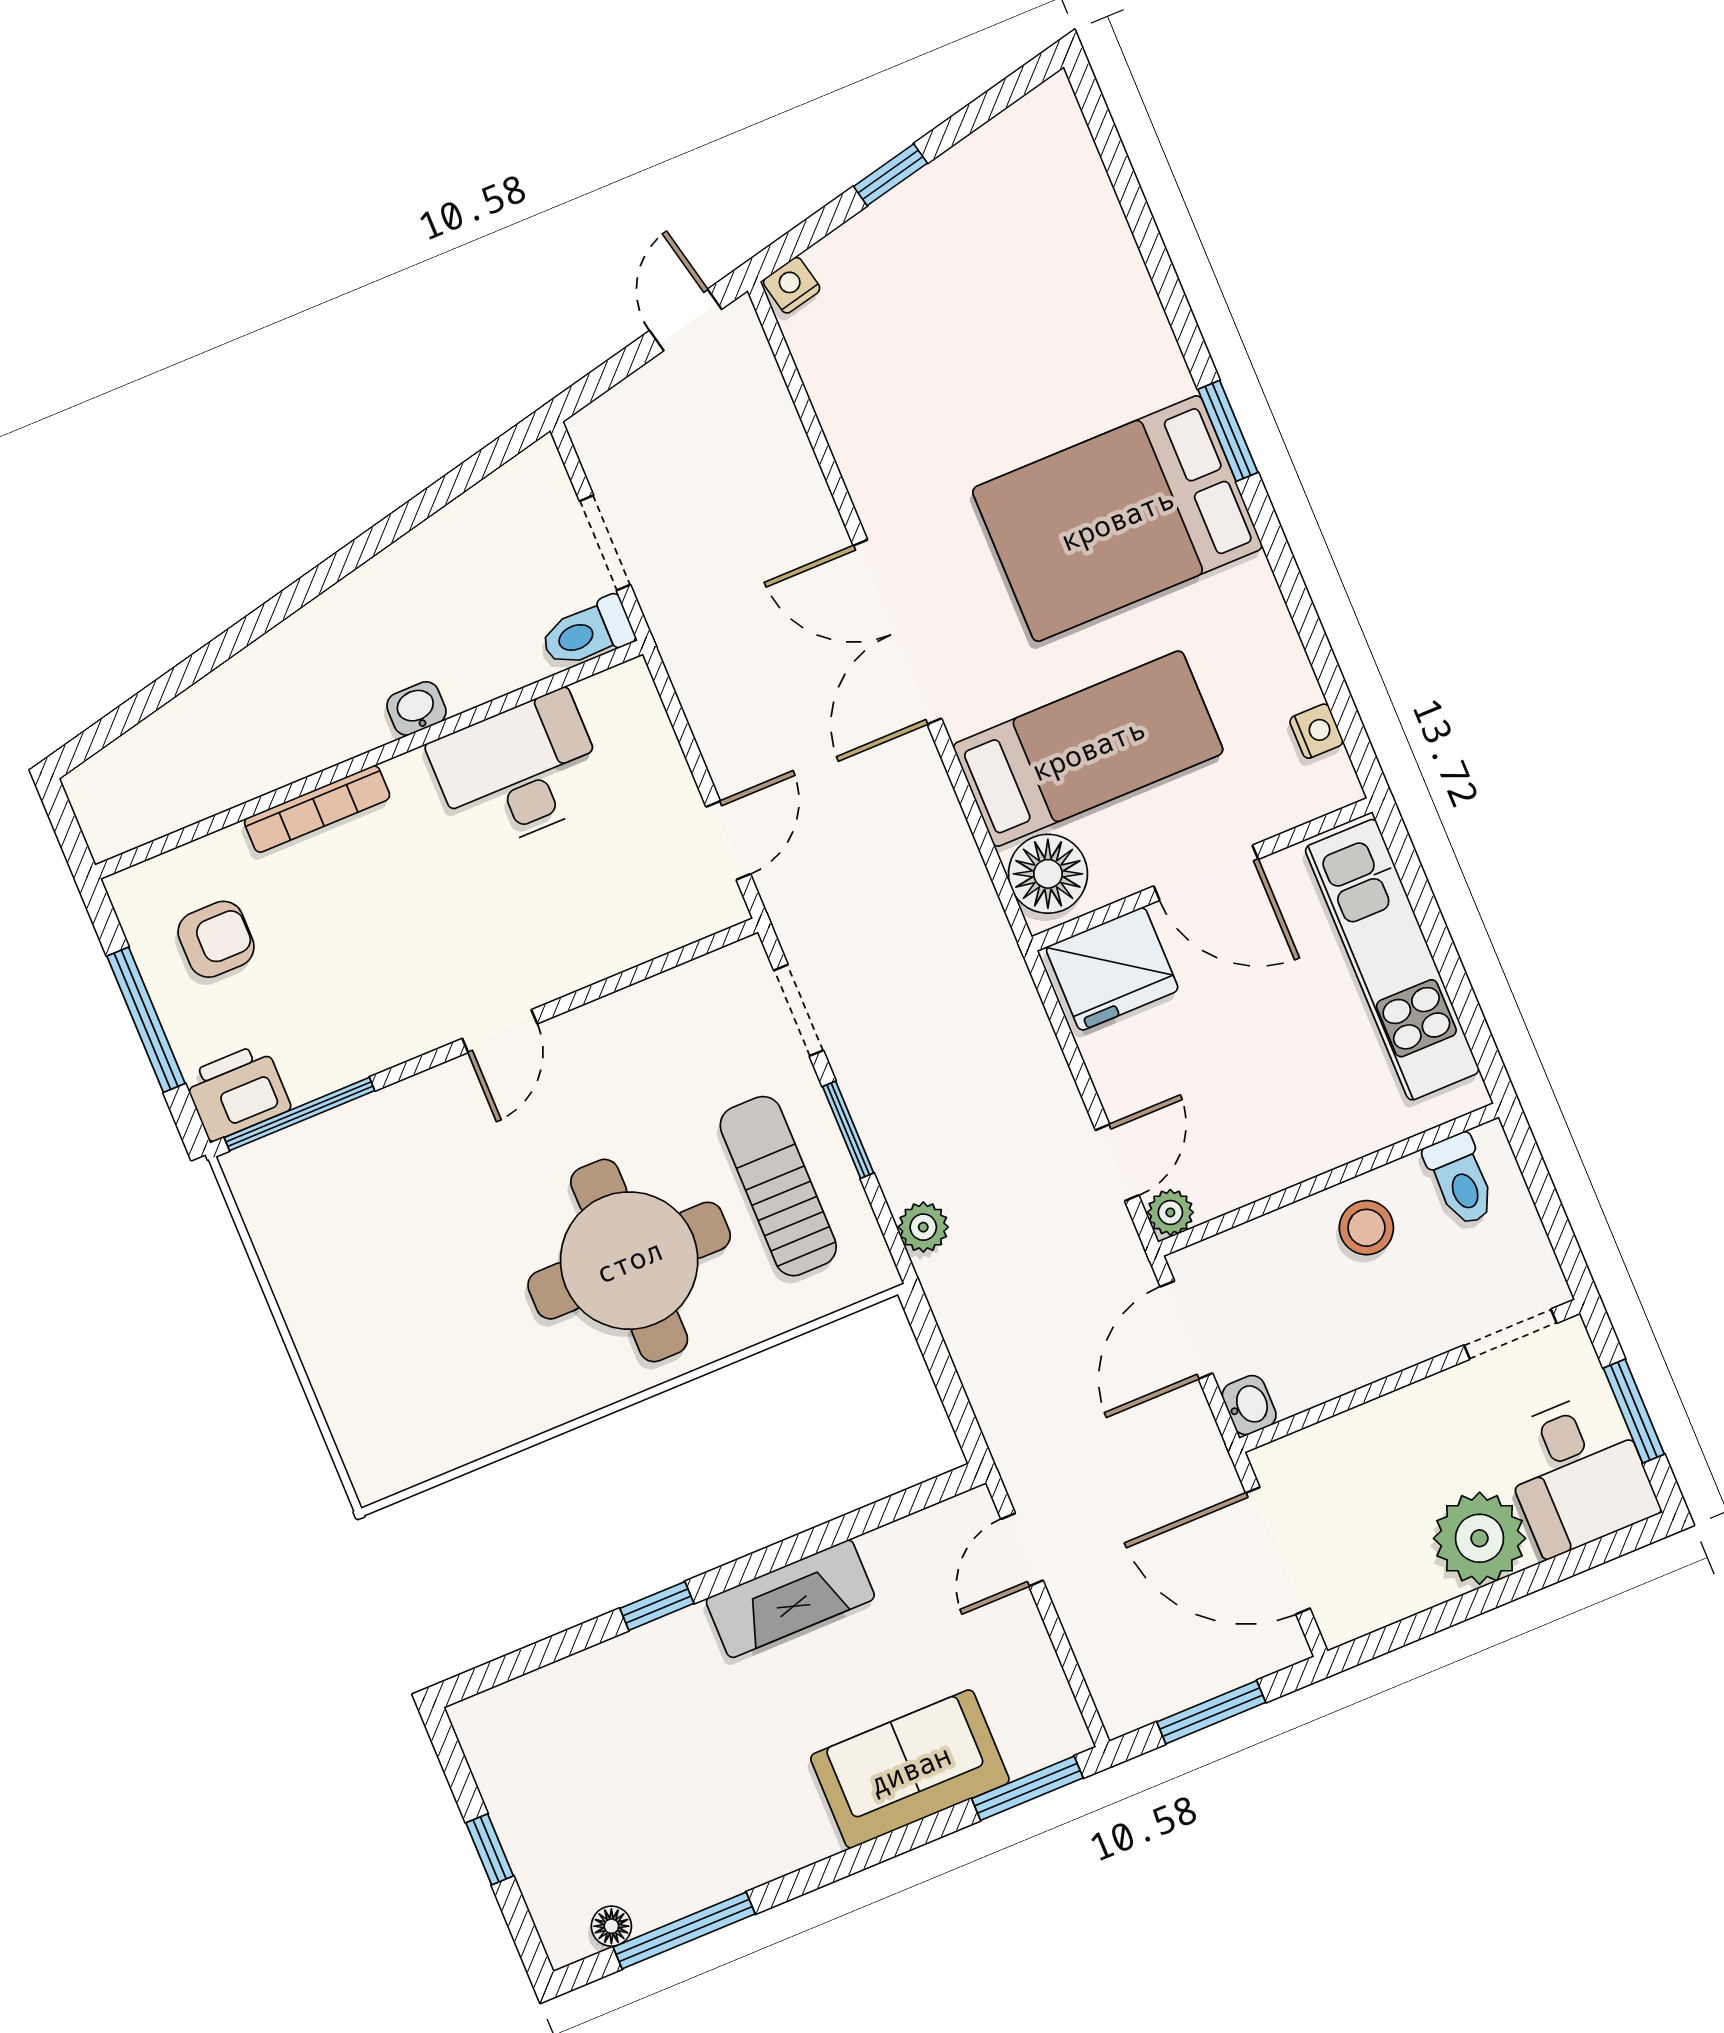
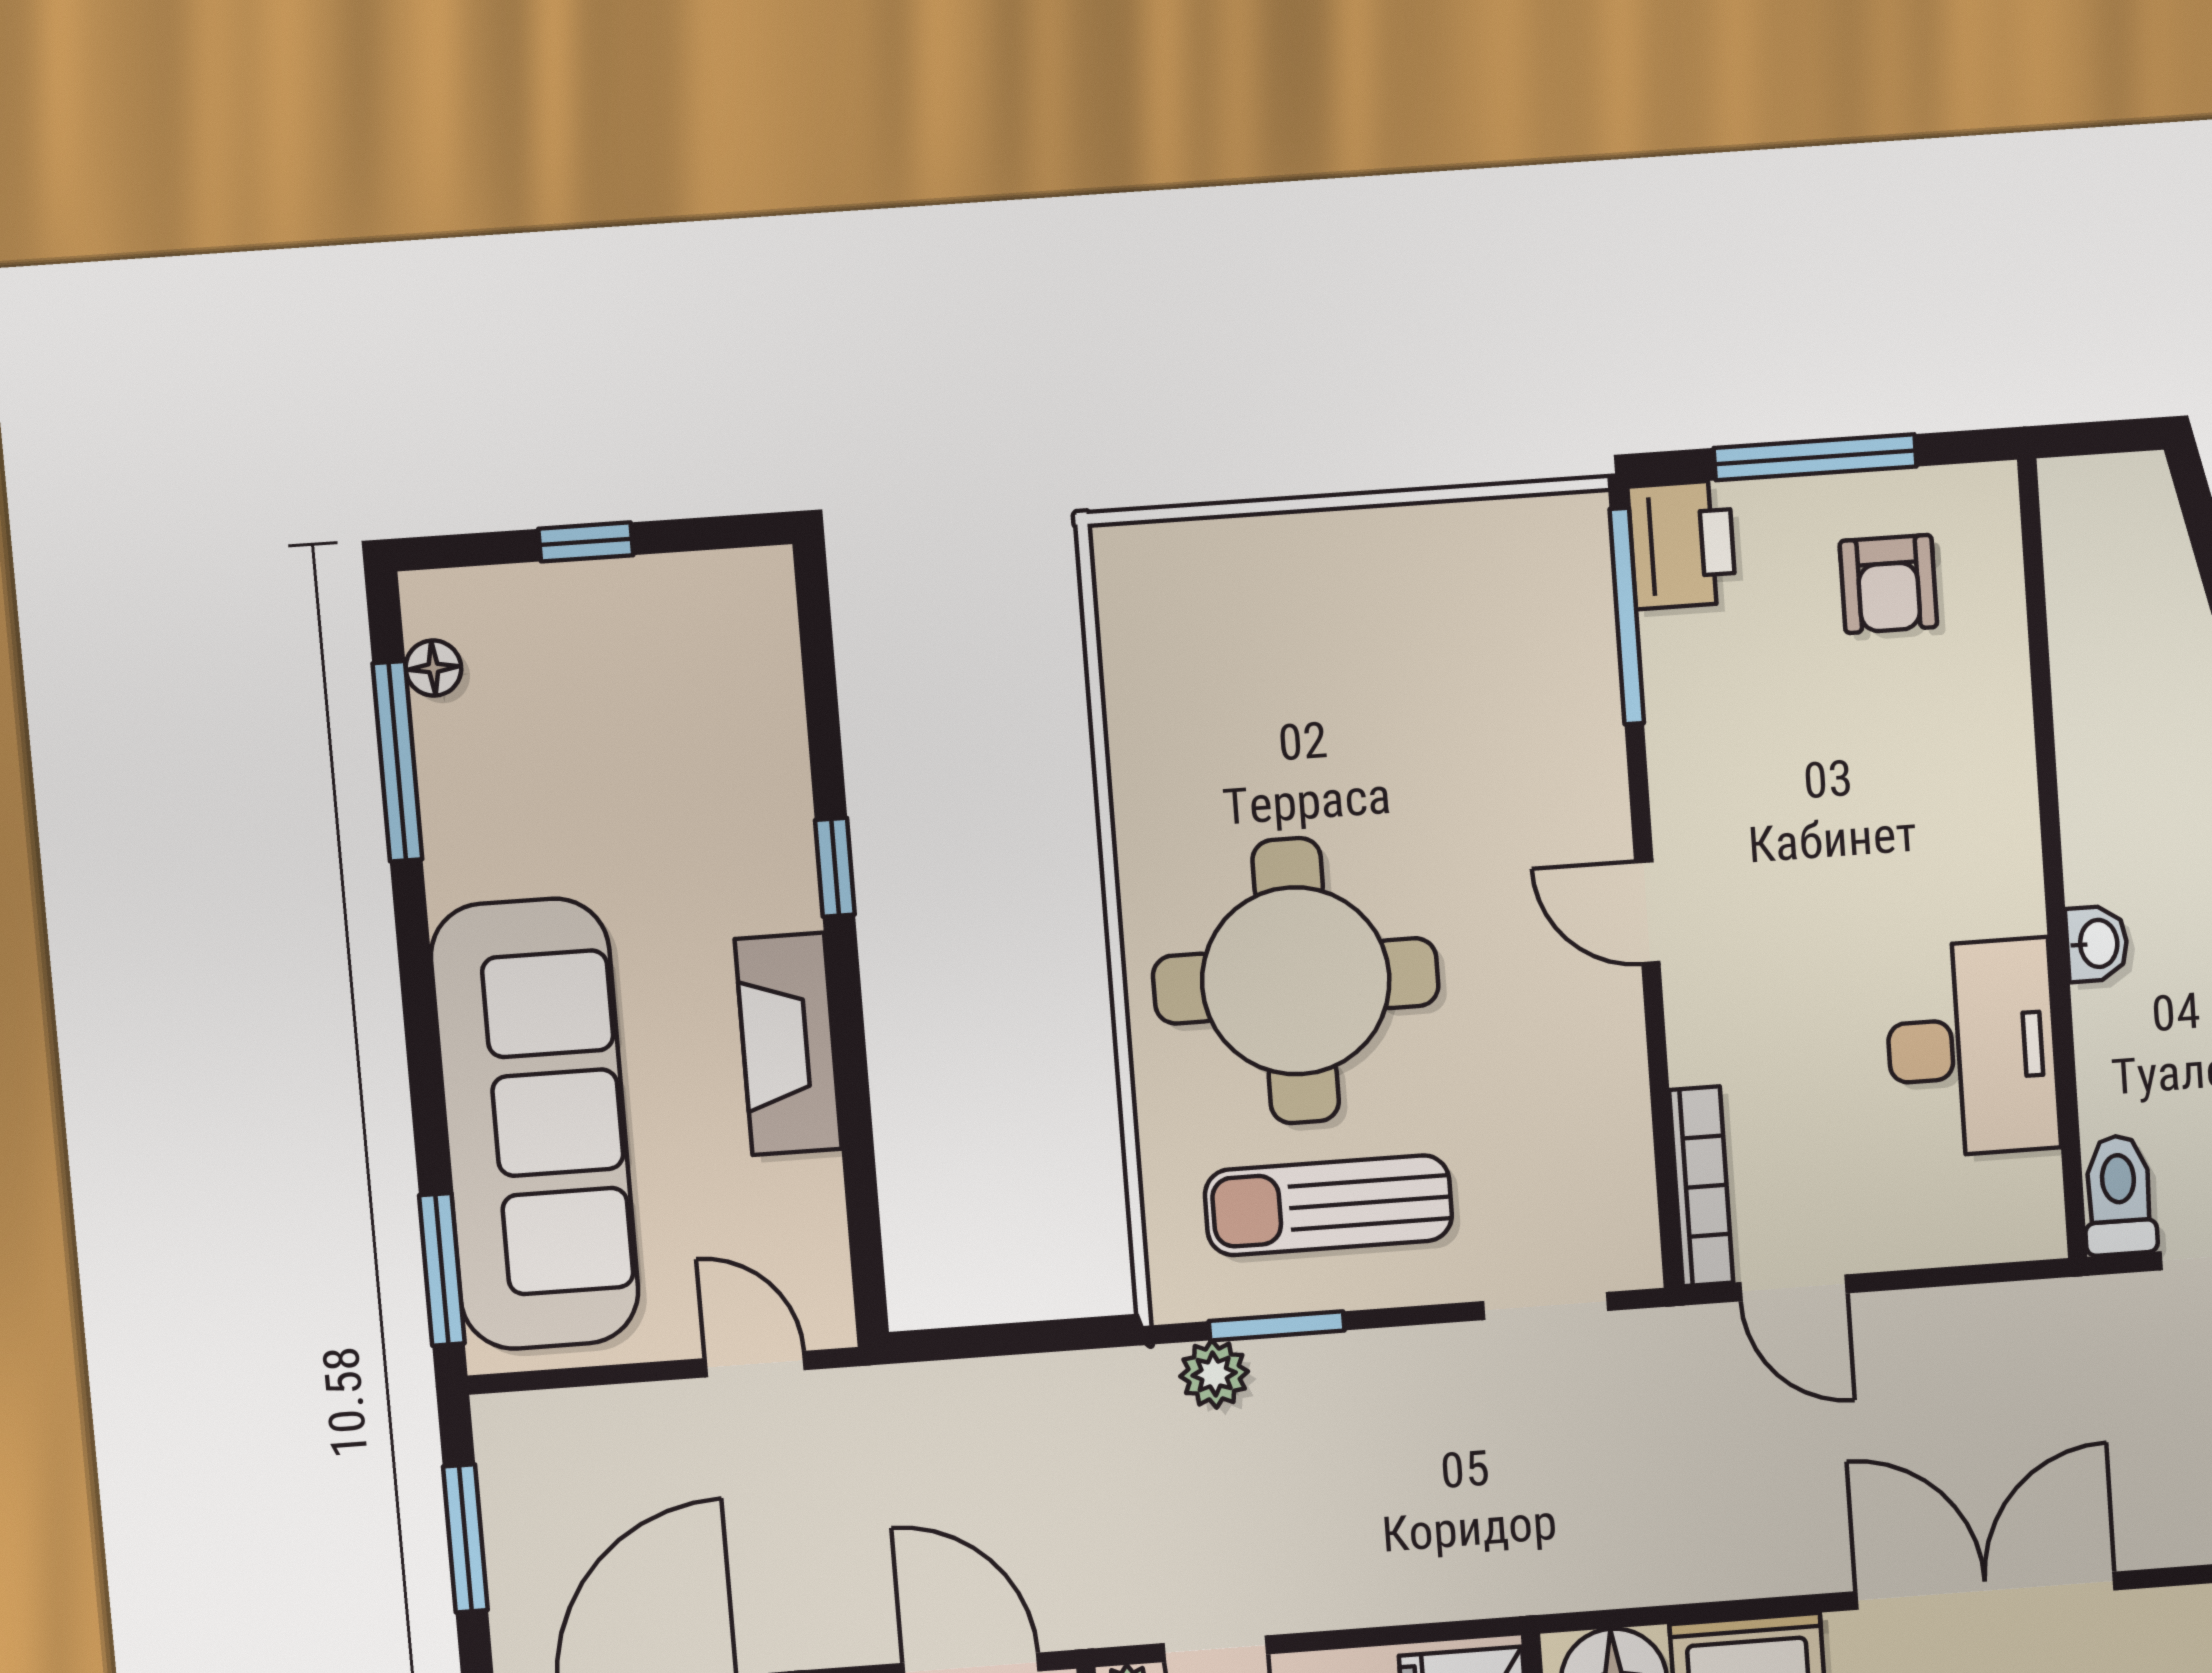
bookcase: (317, 809) -> (1701, 1186), moved, turned 180
window: (848, 1130) -> (1277, 1326), moved
sun lounger: (778, 1186) -> (1328, 1205), turned 180
sofa: (910, 1769) -> (535, 1124), width x1.85, depth x1.27

